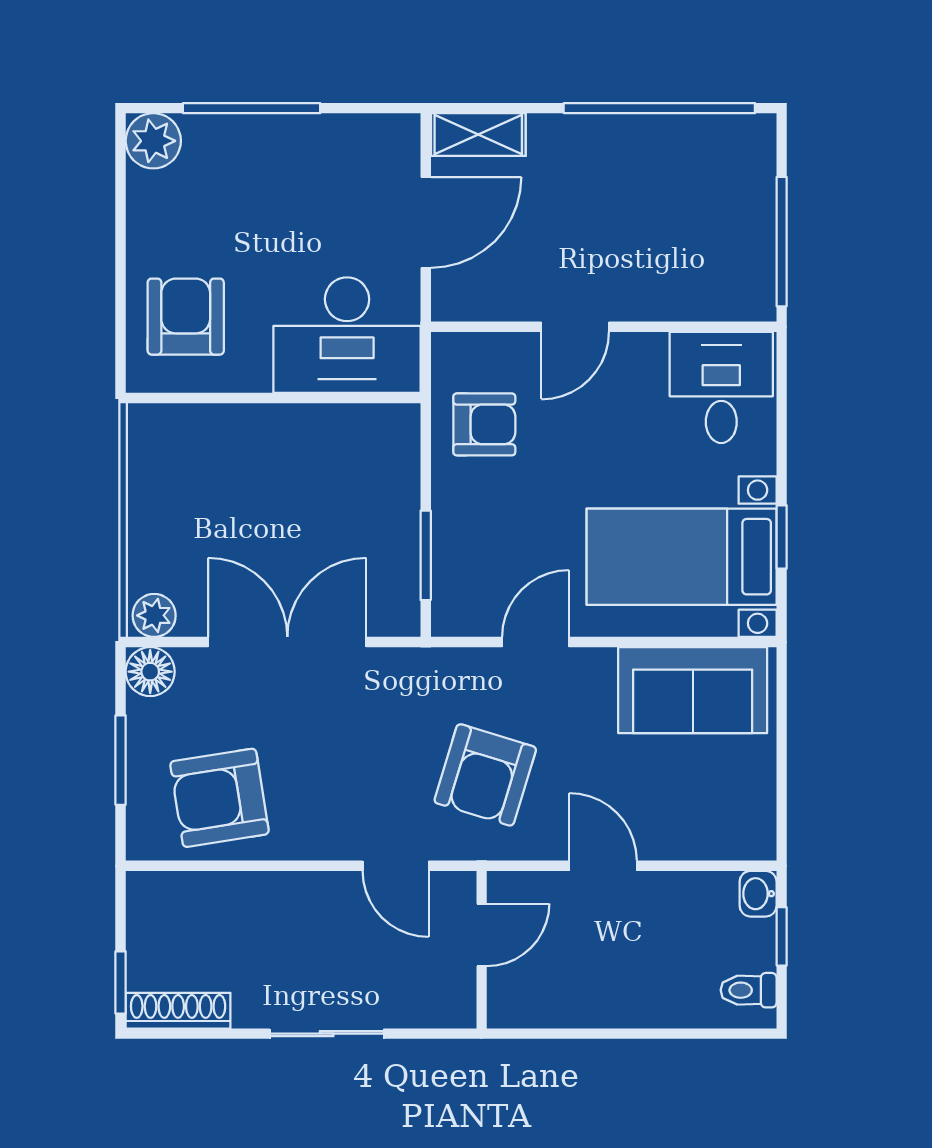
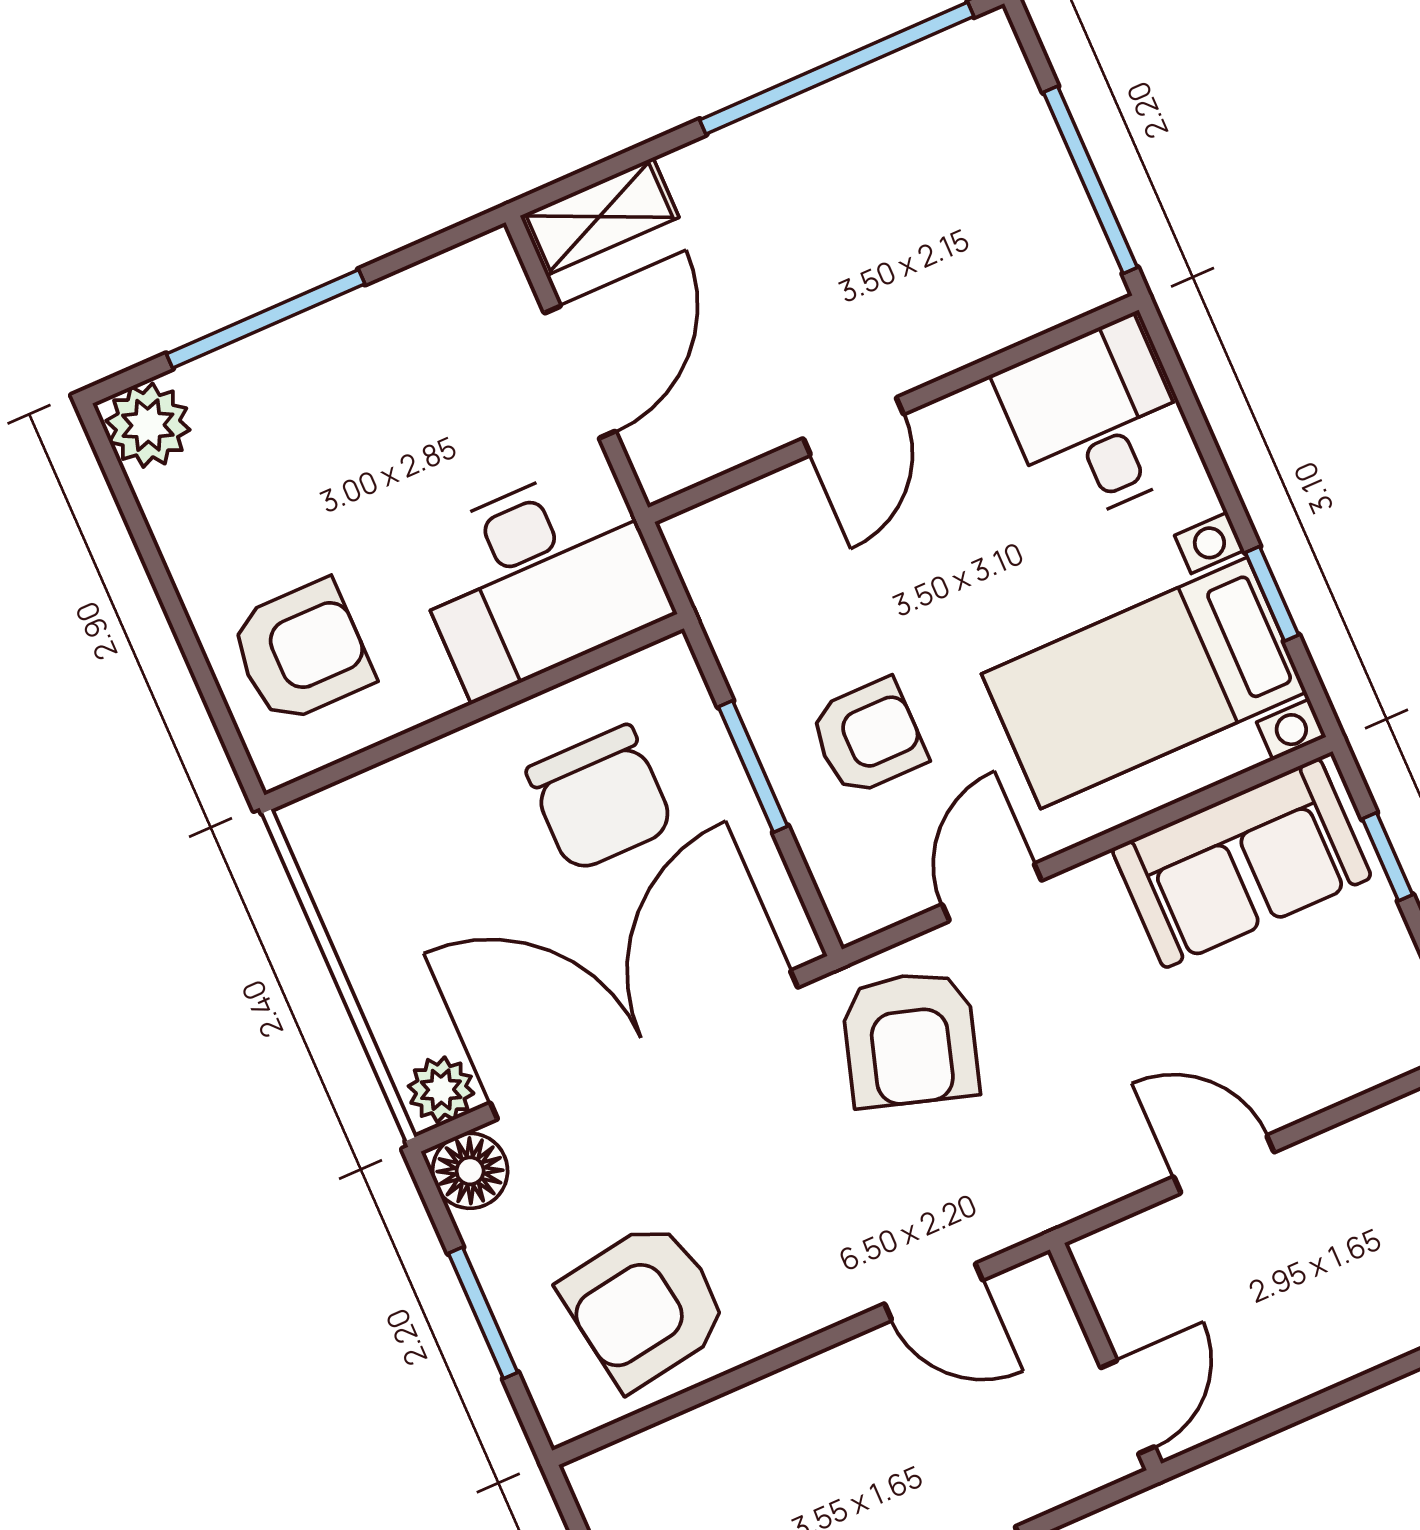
armchair: (186, 317) -> (301, 652), turned 90
armchair: (484, 424) -> (868, 737), moved
chair: (326, 483) -> (600, 798), added
window: (426, 555) -> (753, 767), moved
double door: (287, 642) -> (644, 1045), width x1.36
window: (782, 725) -> (1387, 857), added
armchair: (485, 775) -> (910, 1039), moved
door: (482, 935) -> (1128, 1407), moved

